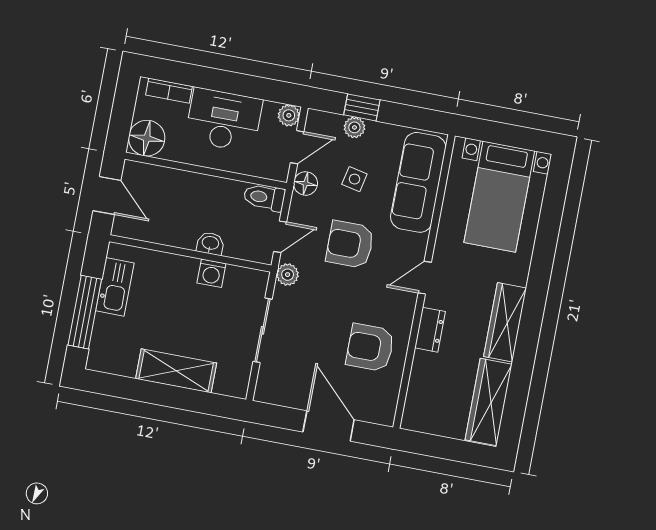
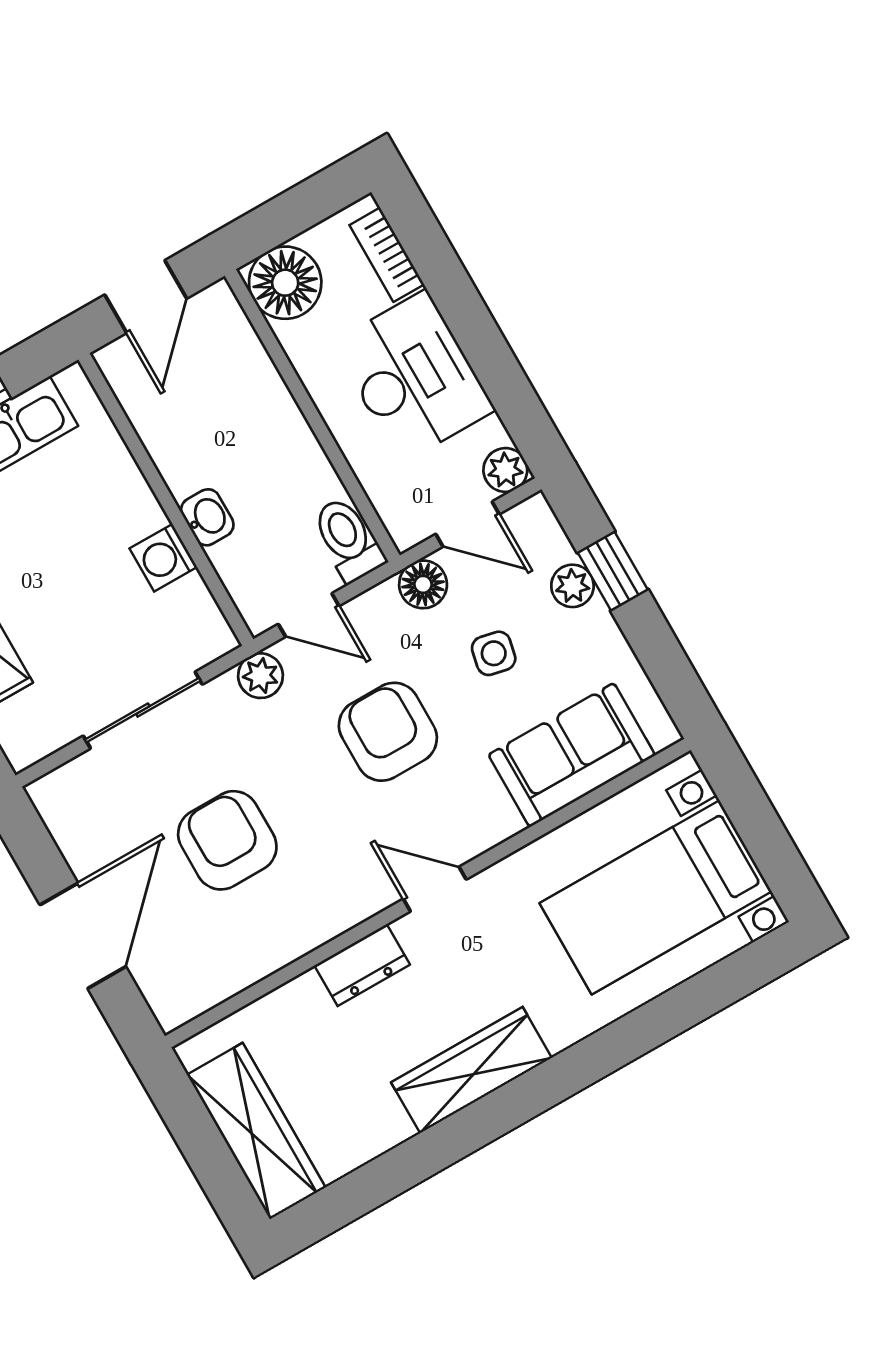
sofa: (418, 182) -> (572, 755), width x0.73
armchair: (370, 348) -> (227, 840), moved
wardrobe: (489, 402) -> (256, 1131), moved, turned 90

